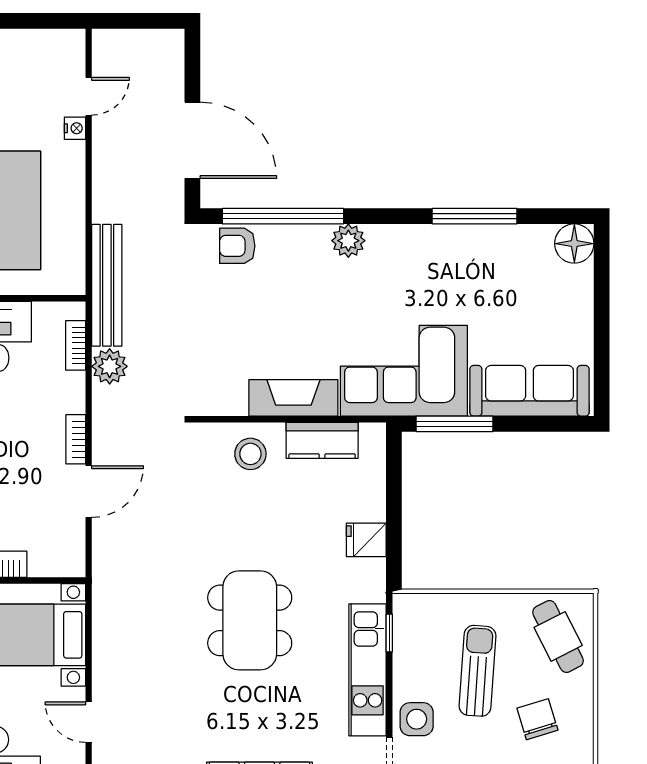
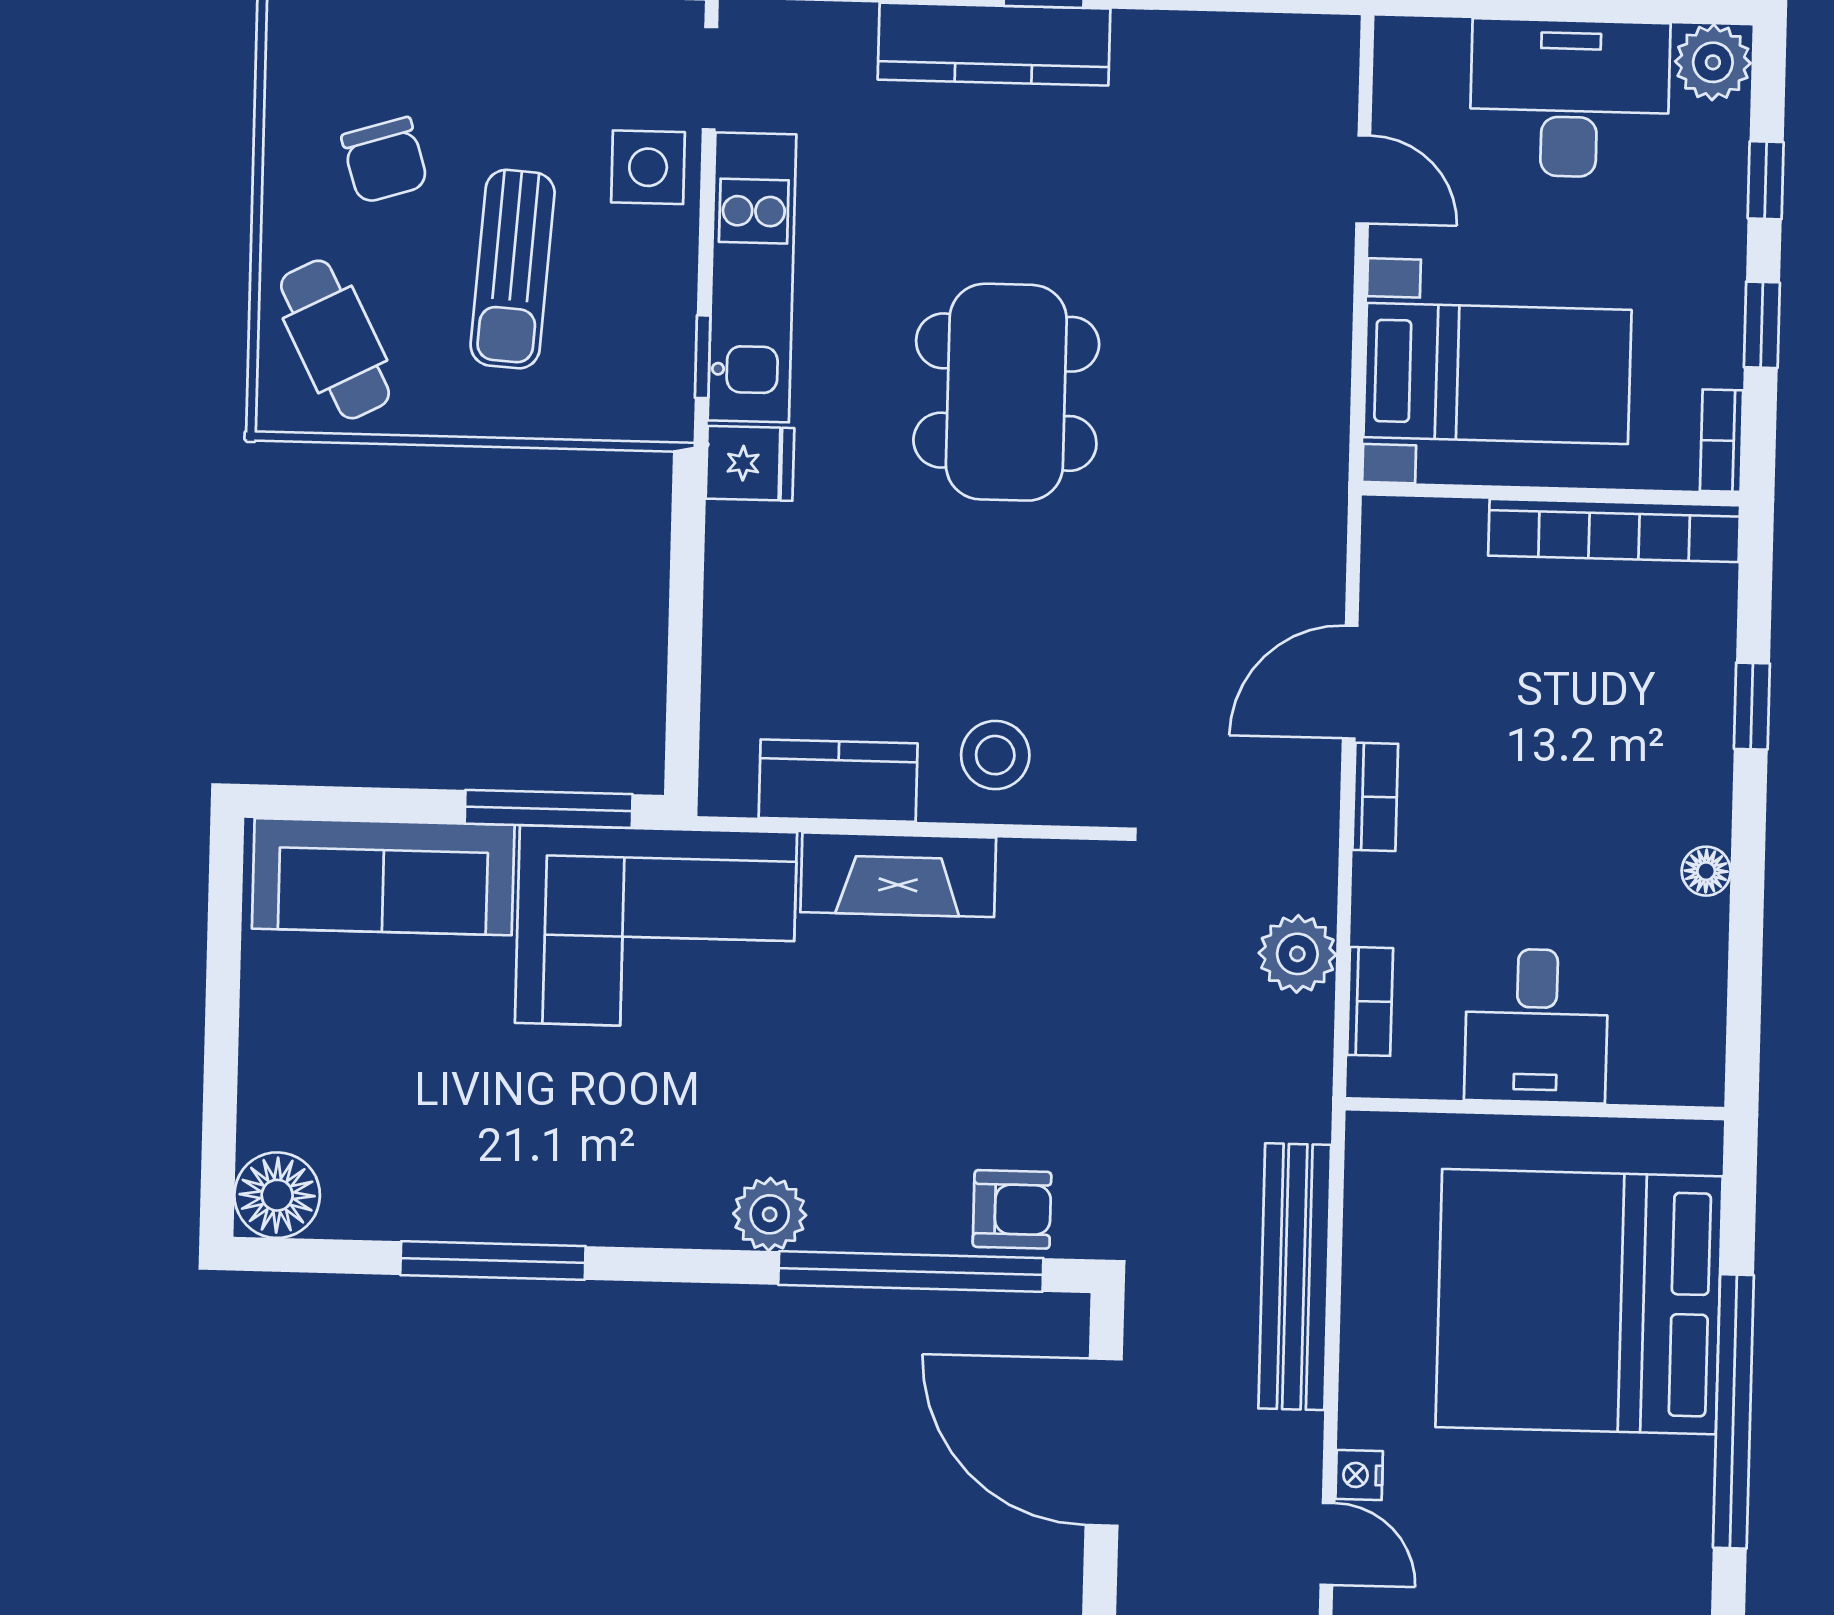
door: (89, 96) -> (1328, 1544), swing flipped
bench: (107, 285) -> (1295, 1277), moved
fridge: (366, 540) -> (750, 463), moved

